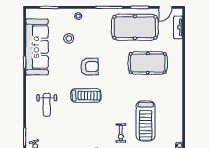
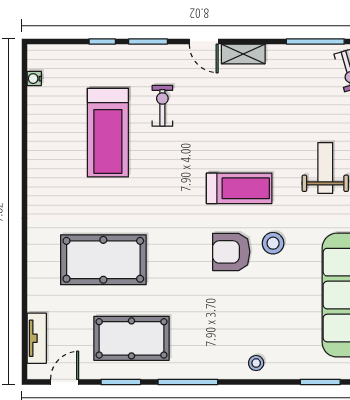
pool table: (135, 27) -> (132, 338), width x0.73, depth x0.76
stool: (69, 38) -> (273, 243), moved
treadmill: (86, 96) -> (239, 188), turned 180
treadmill: (146, 121) -> (108, 133), turned 180

